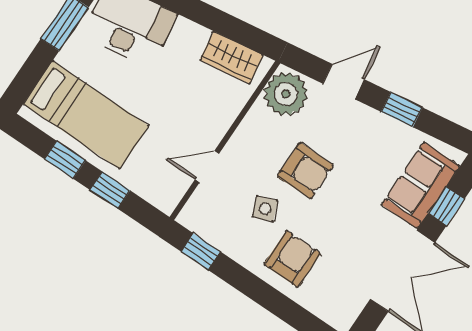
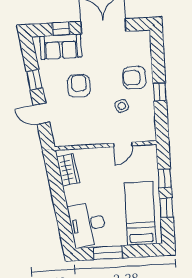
plant: (286, 94) -> (66, 134), removed
door: (207, 167) -> (123, 144), hinge flipped
armchair: (305, 171) -> (79, 86), moved
window: (201, 251) -> (160, 92), moved

